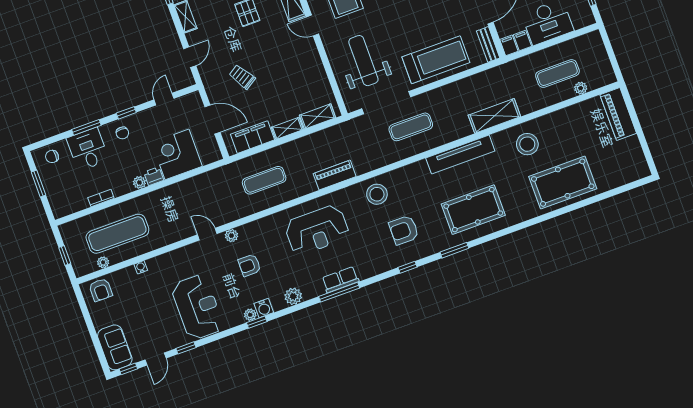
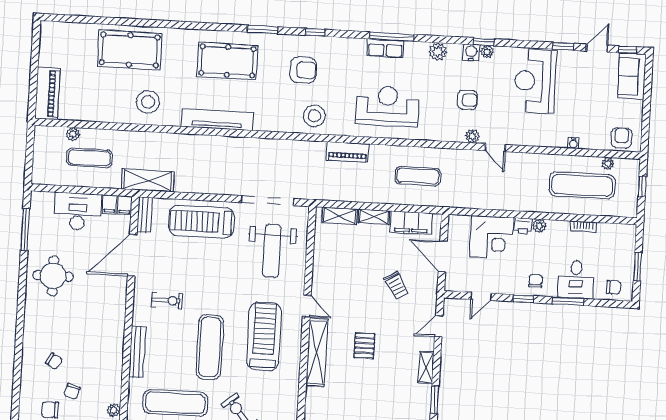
shelving: (494, 116) -> (148, 180), moved
exercise mat: (411, 127) -> (254, 167), removed

